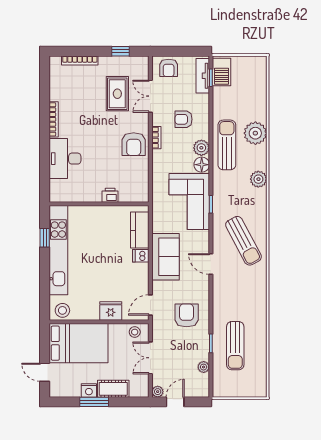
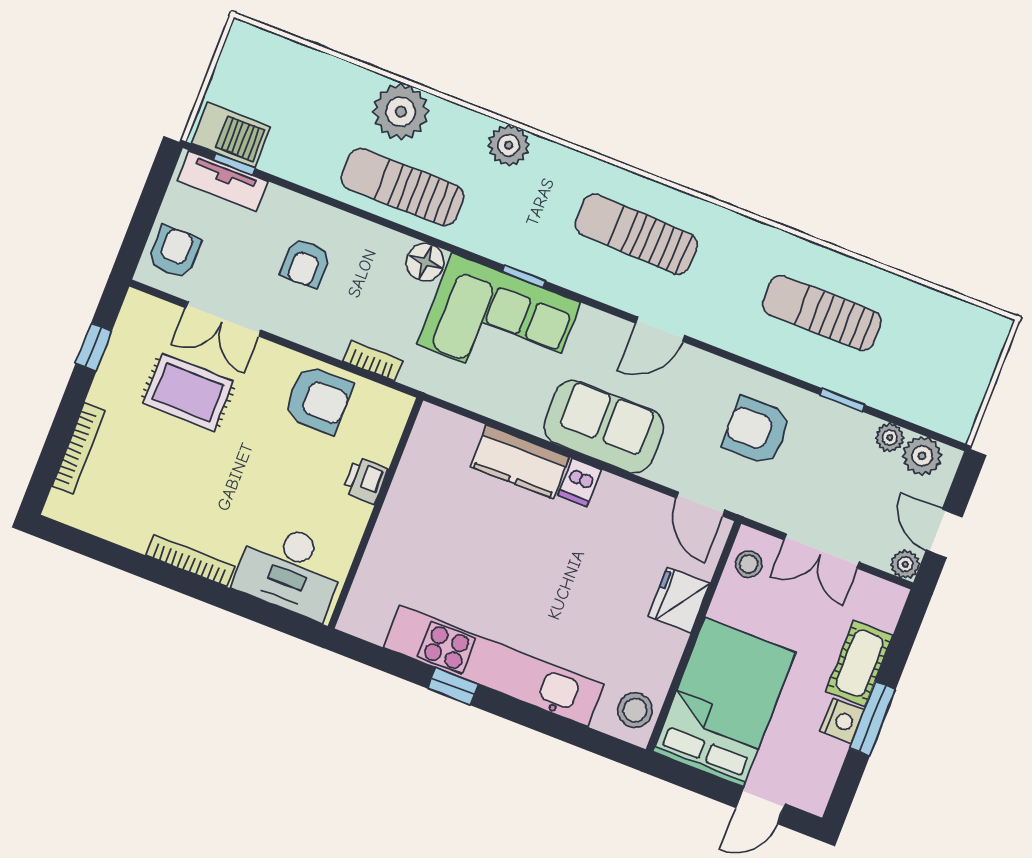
armchair: (169, 68) -> (175, 252), turned -90
bookcase: (156, 138) -> (373, 361), moved
plant: (201, 148) -> (922, 456), moved
printer: (110, 195) -> (365, 480), moved
wall: (99, 204) -> (375, 513), moved
sun lounger: (243, 241) -> (636, 234), turned -150
sun lounger: (235, 346) -> (822, 313), moved, turned 180

